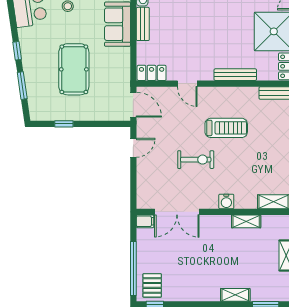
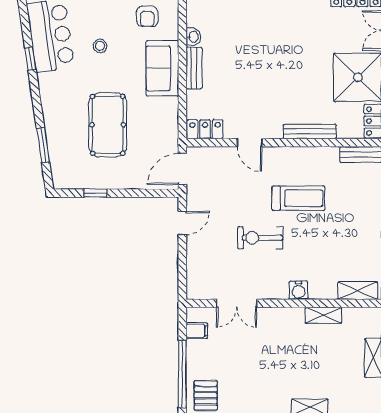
window: (17, 51) -> (30, 58), moved
door: (133, 105) -> (182, 169), swing flipped
exercise bike: (196, 160) -> (260, 238), turned 180
double door: (177, 212) -> (237, 303), width x0.73
filing cabinet: (145, 221) -> (197, 331), moved

